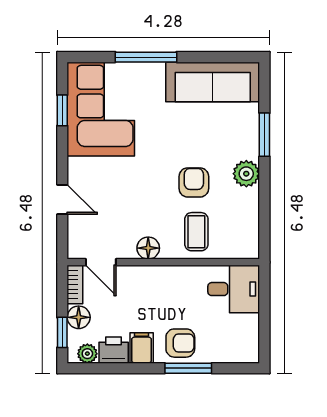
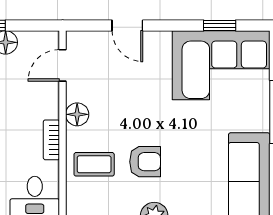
door: (62, 199) -> (127, 25), hinge flipped
bookcase: (75, 285) -> (51, 140), moved, turned 90

